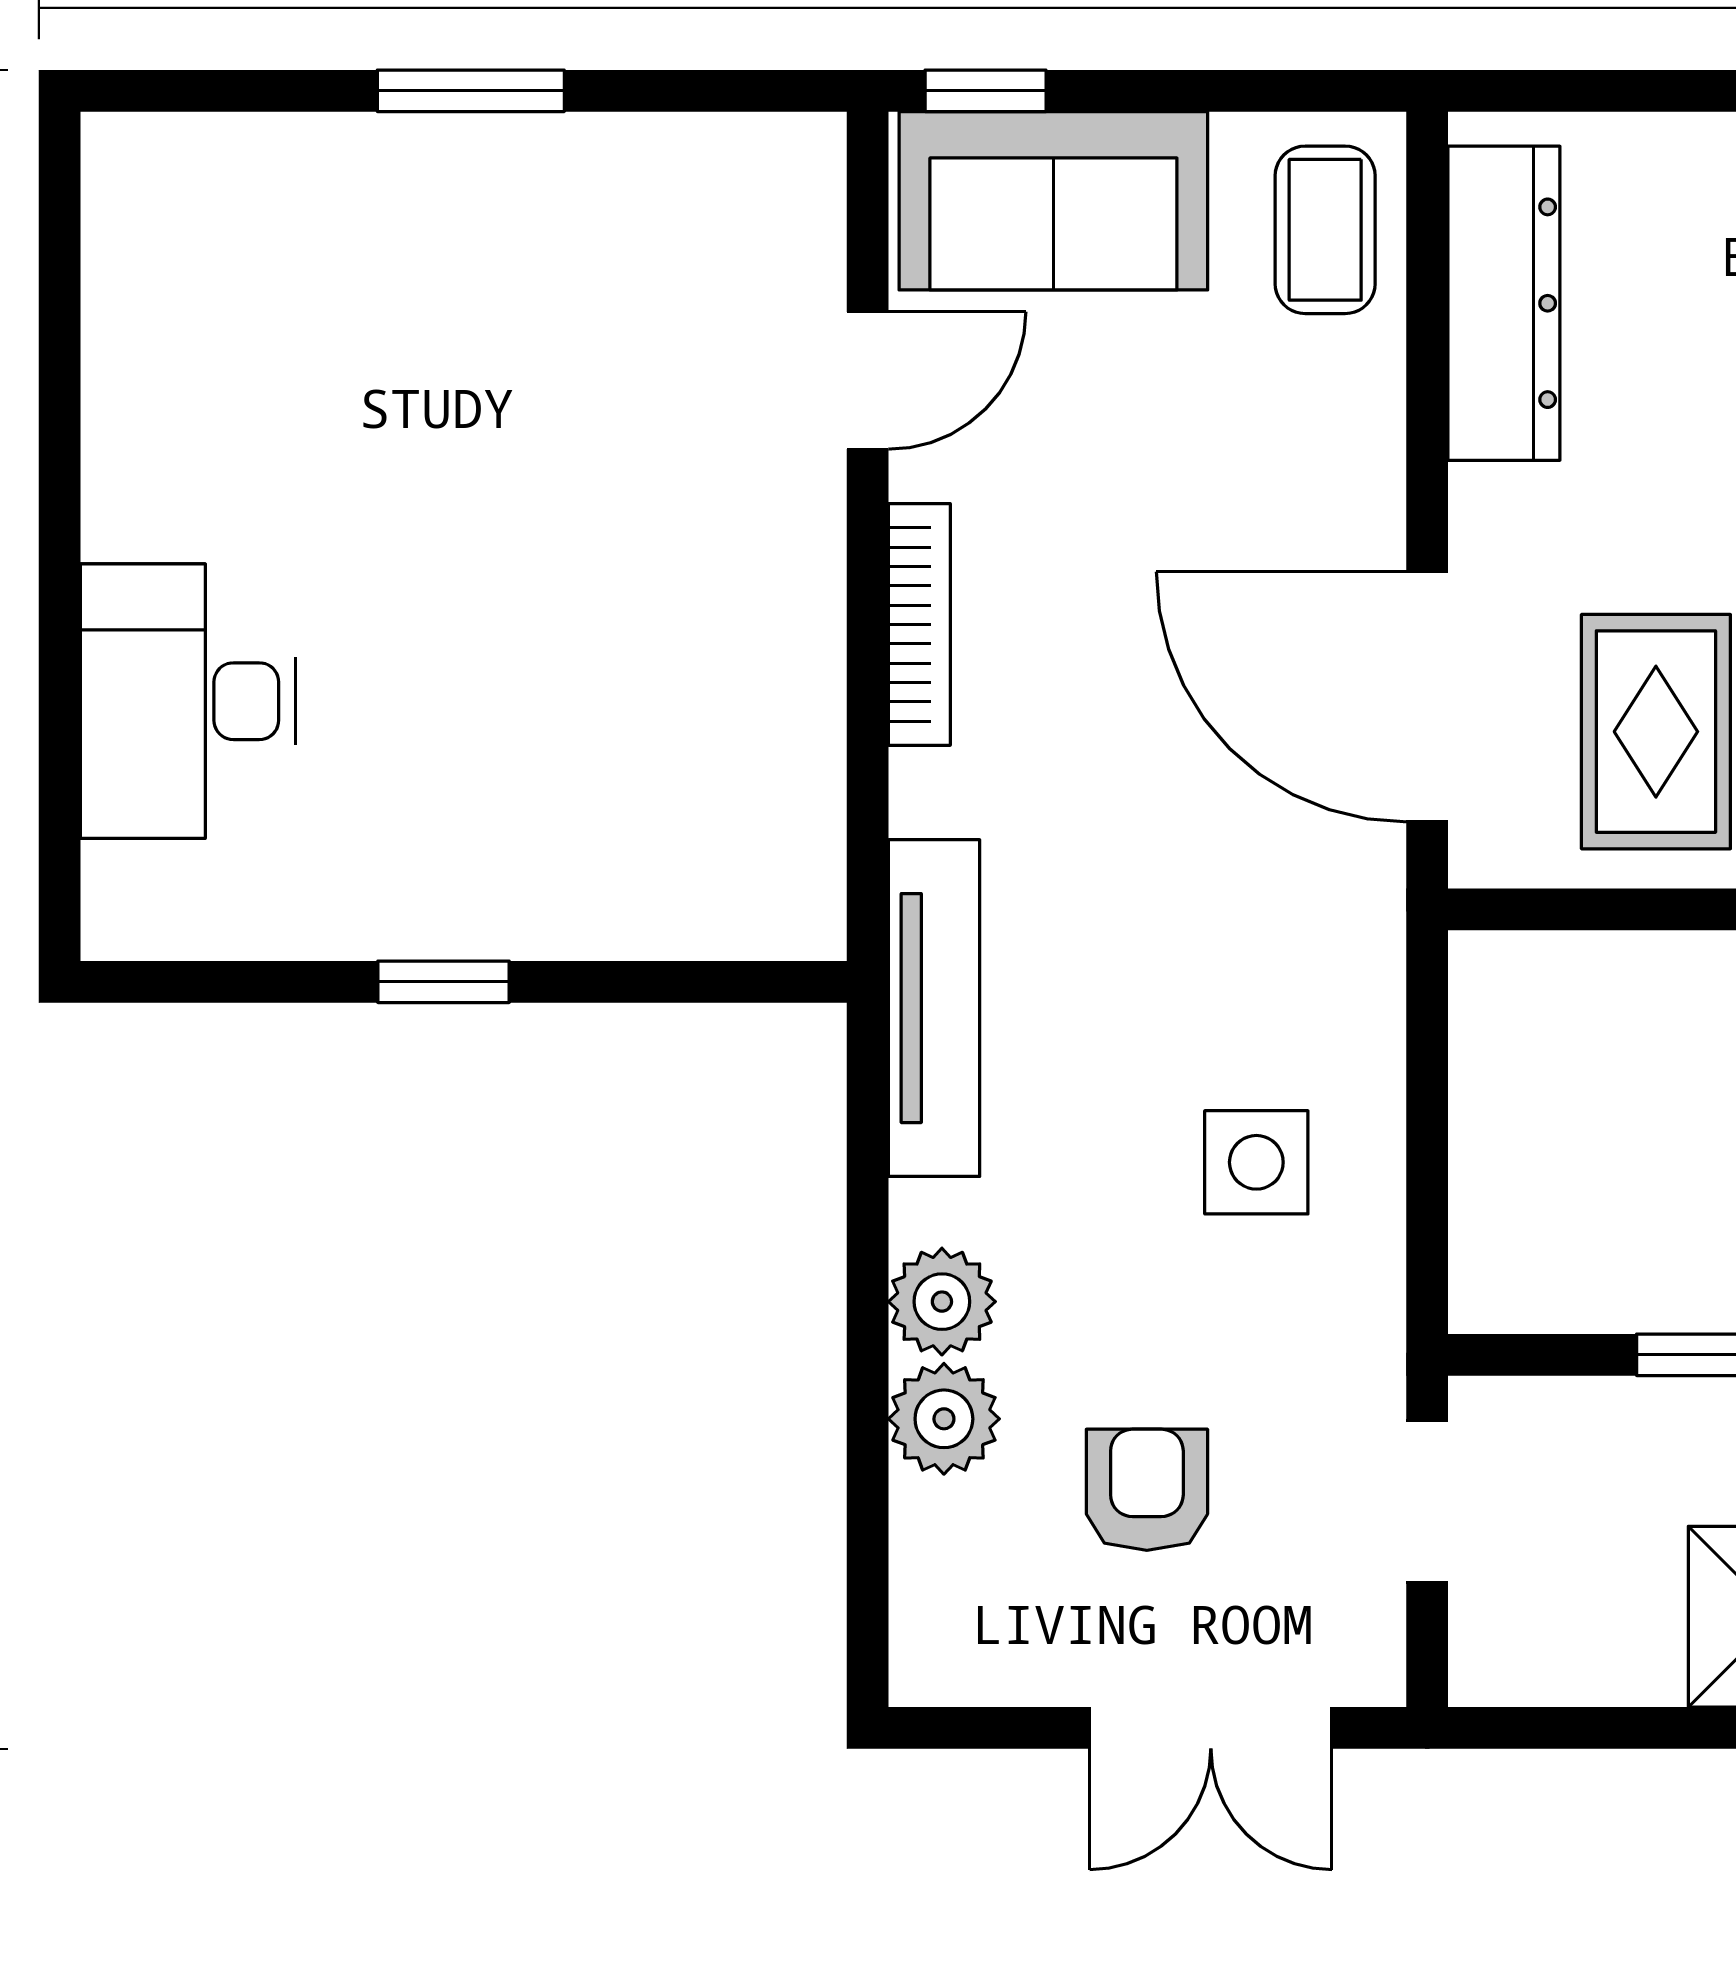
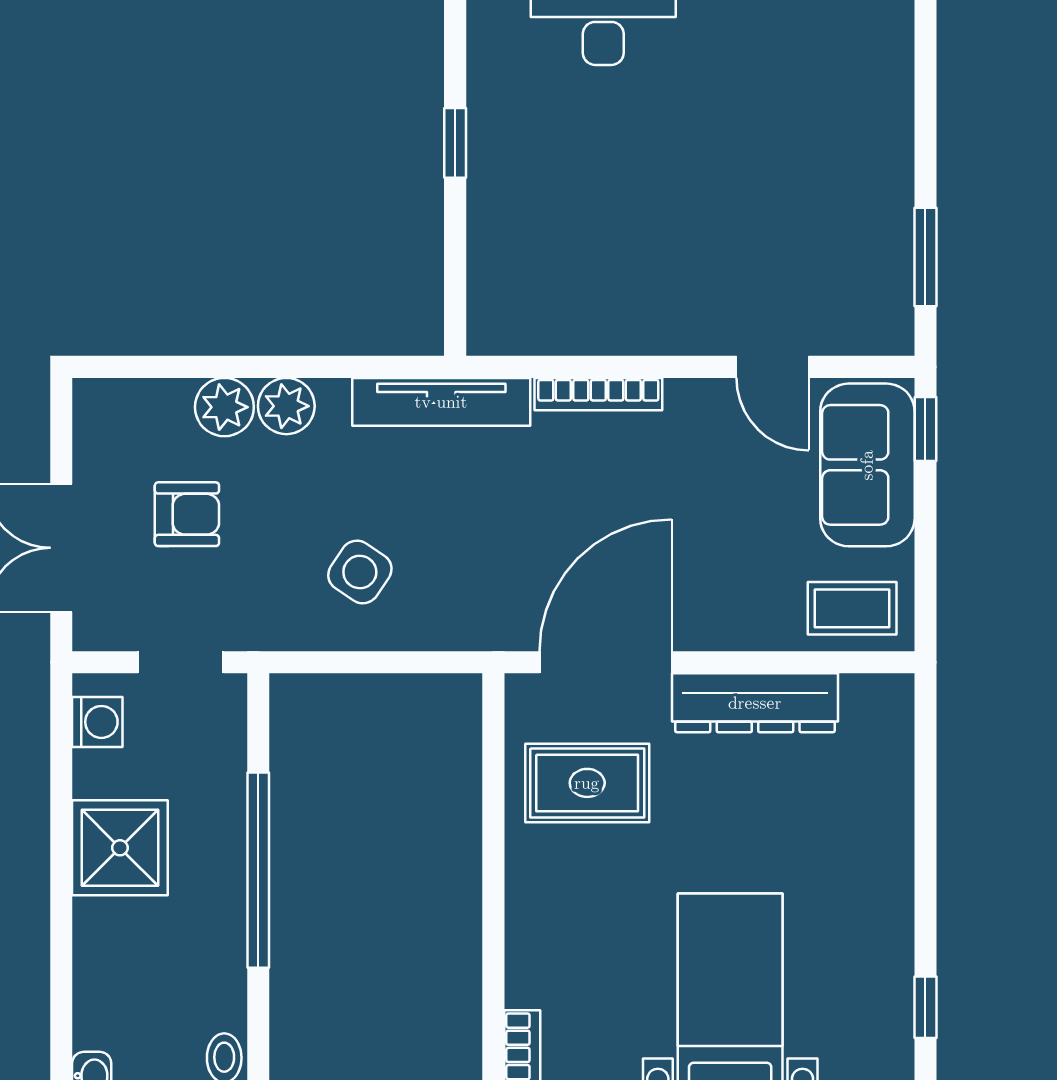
window: (471, 91) -> (925, 257), moved
dresser: (1504, 303) -> (755, 703), moved
bookcase: (919, 624) -> (598, 394), moved
side table: (1256, 1162) -> (360, 572), turned 34
washing machine: (1540, 1659) -> (97, 722), added

